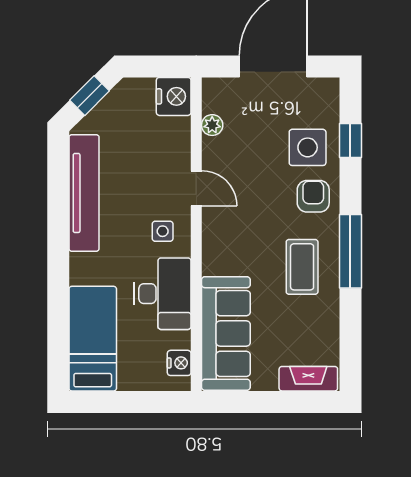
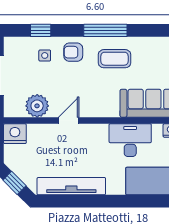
plant: (212, 125) -> (37, 106), width x1.87, depth x1.87
side table: (308, 147) -> (45, 55), width x0.54, depth x0.54
side table: (163, 231) -> (94, 140), removed

